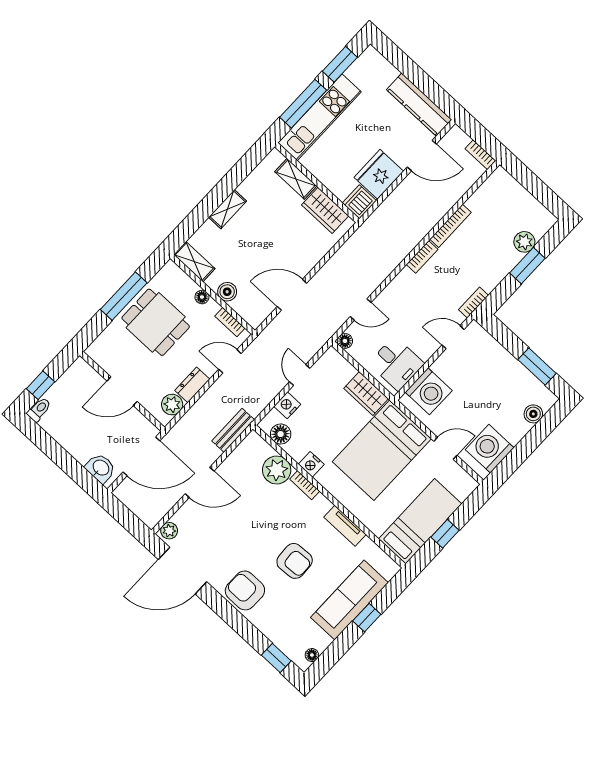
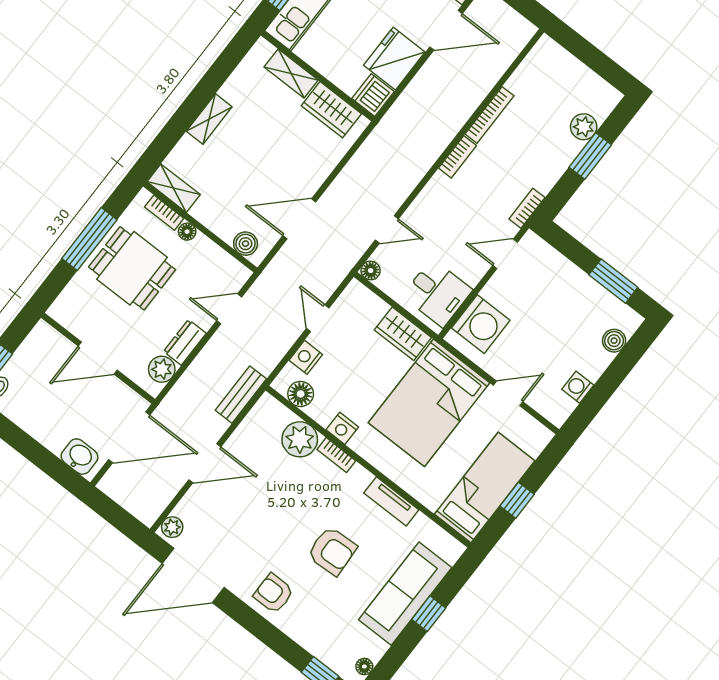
bookcase: (480, 155) -> (519, 23), removed
boiler: (227, 292) -> (246, 244), moved
bookcase: (230, 322) -> (164, 213), moved
washing machine: (490, 449) -> (578, 387), width x0.53, depth x0.53
armchair: (245, 590) -> (274, 593), width x0.72, depth x0.72

